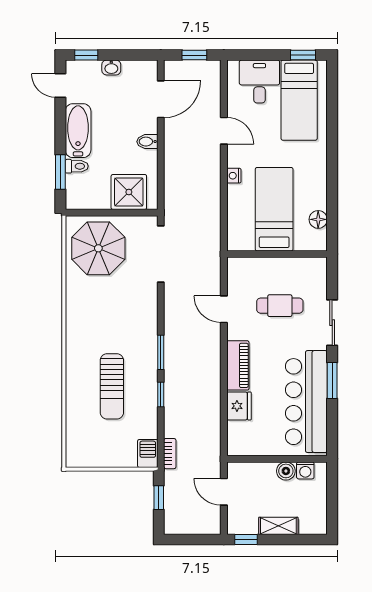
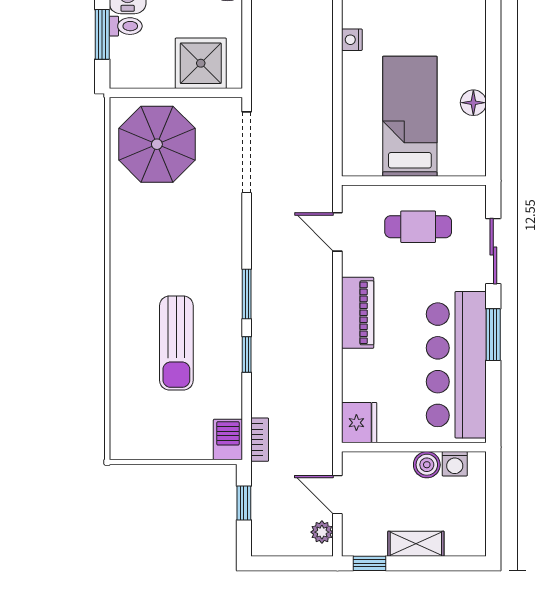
bed: (274, 209) -> (410, 116), moved
wall: (277, 254) -> (414, 181), moved
fridge: (239, 406) -> (359, 423), moved
plant: (213, 518) -> (322, 532), added

